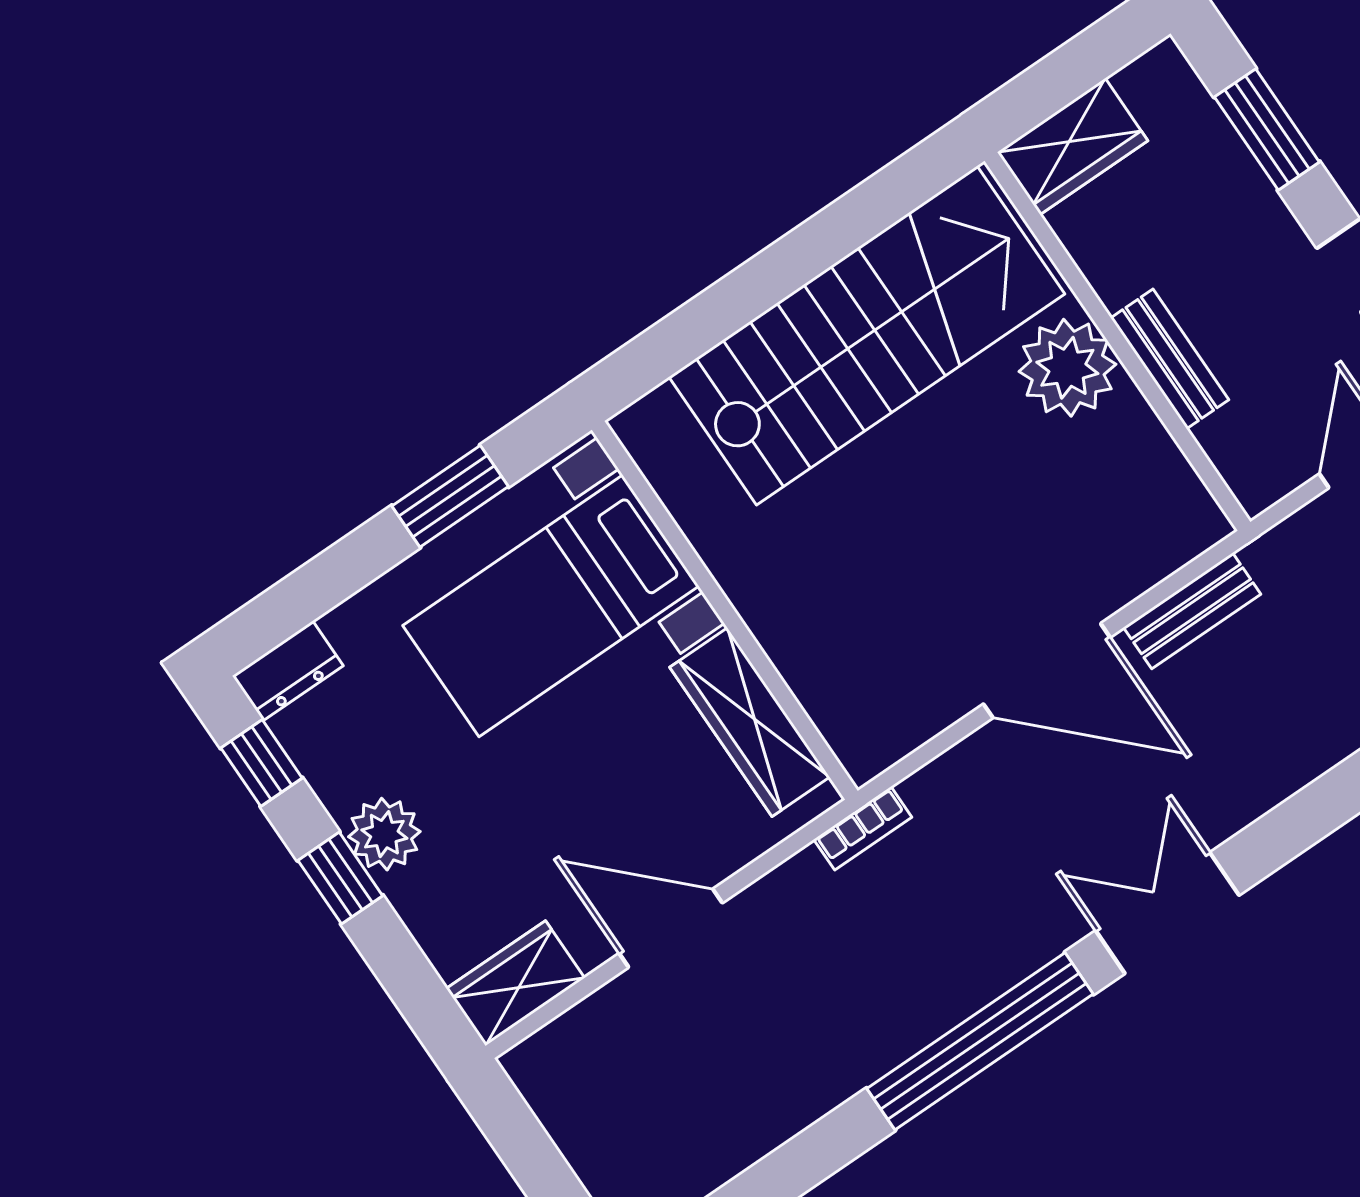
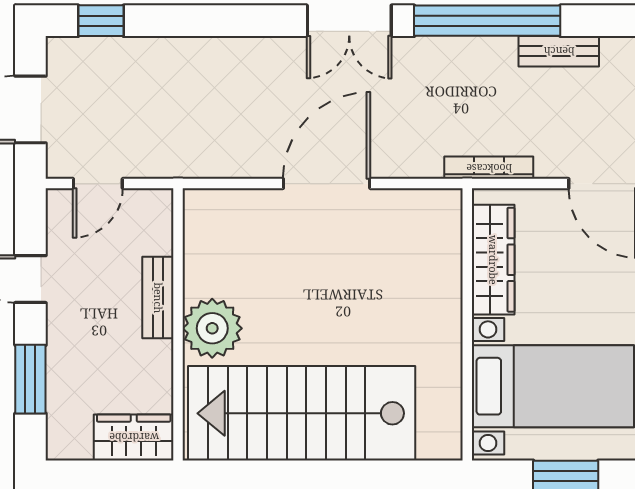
bench: (1192, 611) -> (559, 51), moved
door: (1047, 671) -> (327, 184), hinge flipped
bookcase: (863, 828) -> (489, 168), width x1.56

